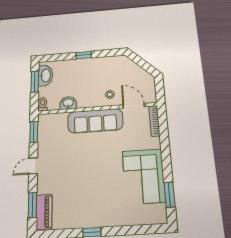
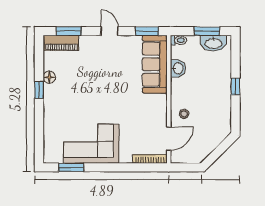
sofa: (95, 121) -> (155, 64), moved
floor lamp: (78, 222) -> (49, 77), added

